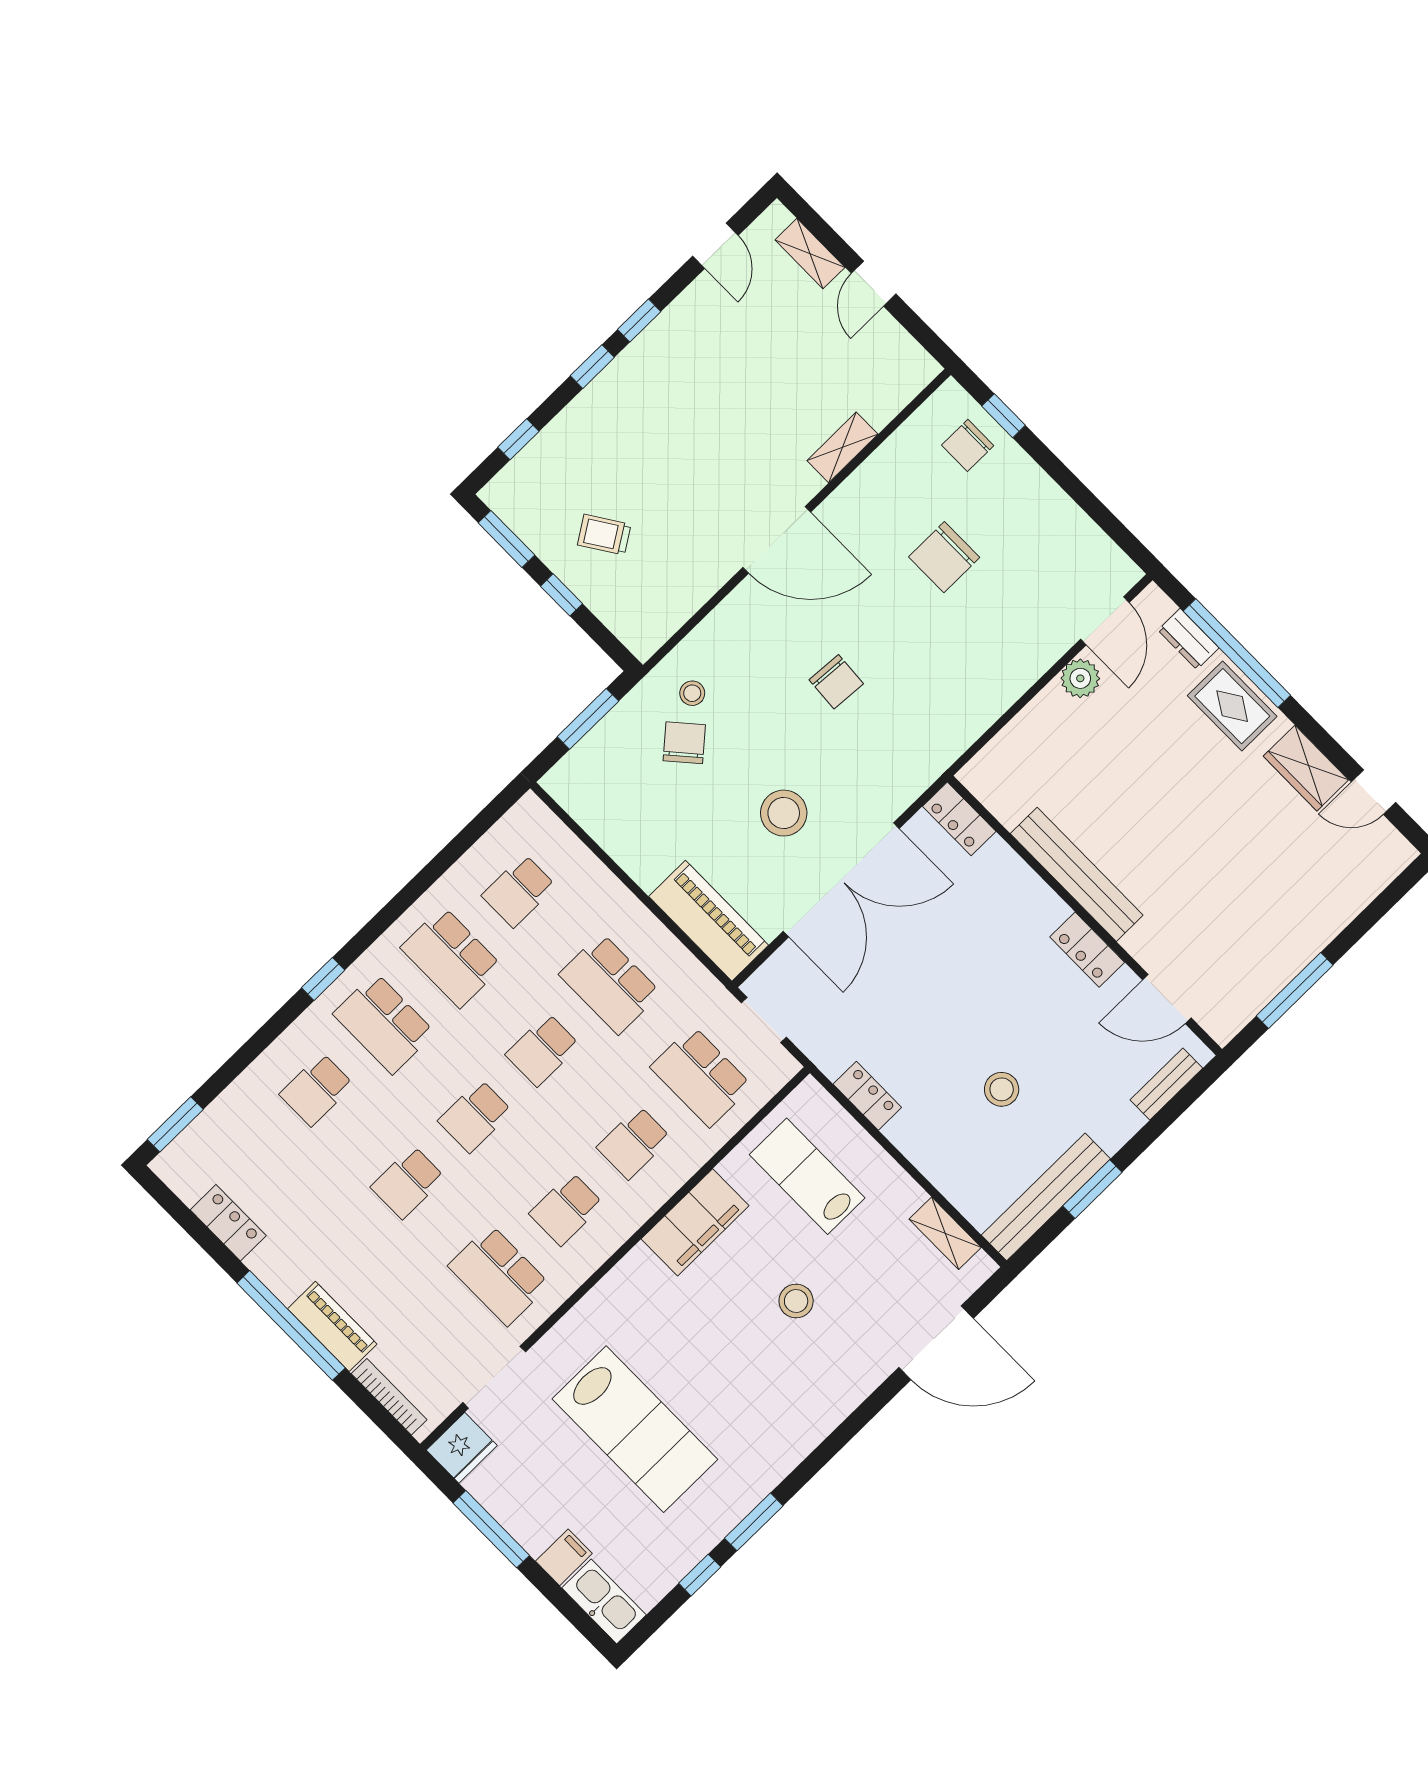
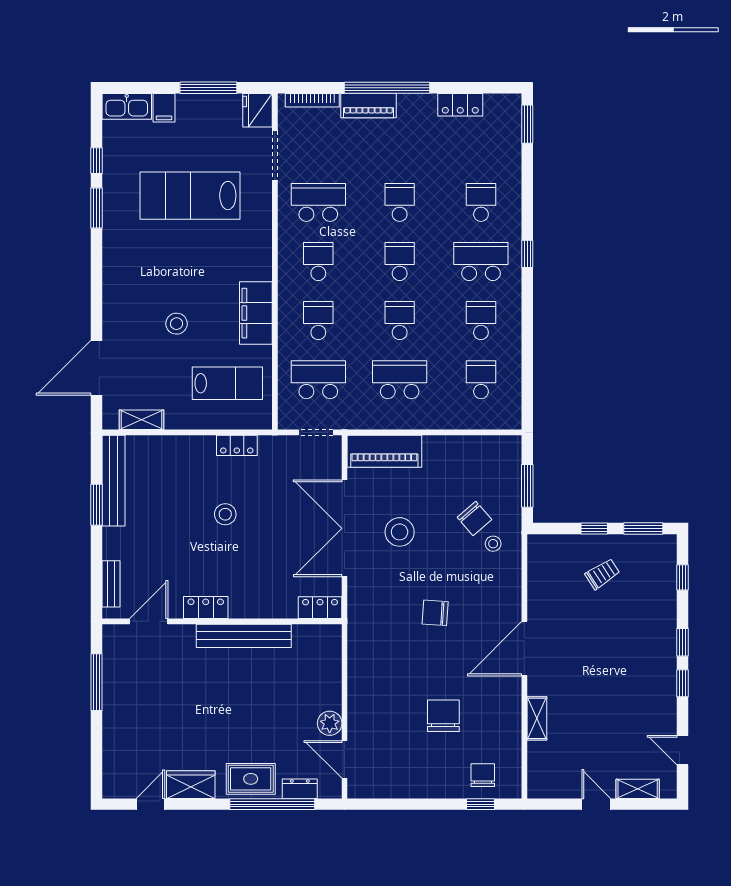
school desk: (451, 957) -> (481, 321), width x0.54
stool: (1002, 1089) -> (225, 514), moved

